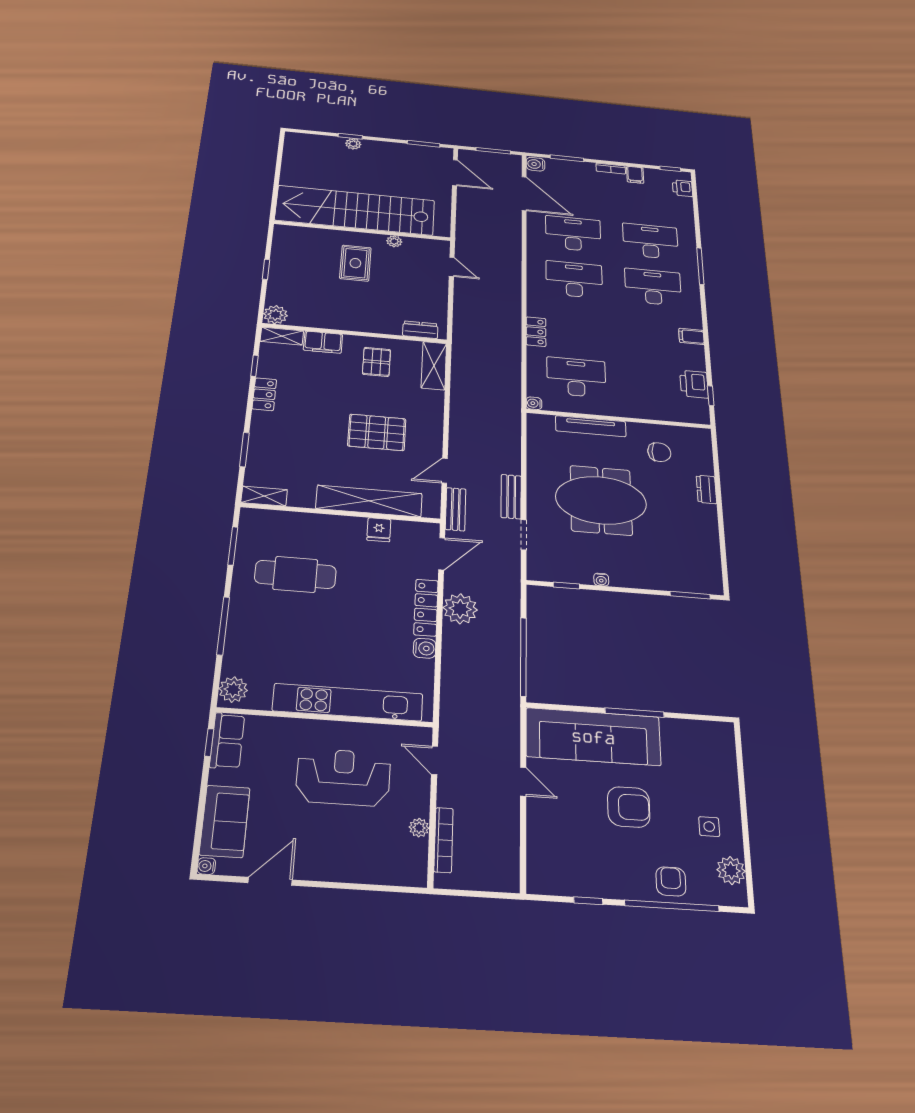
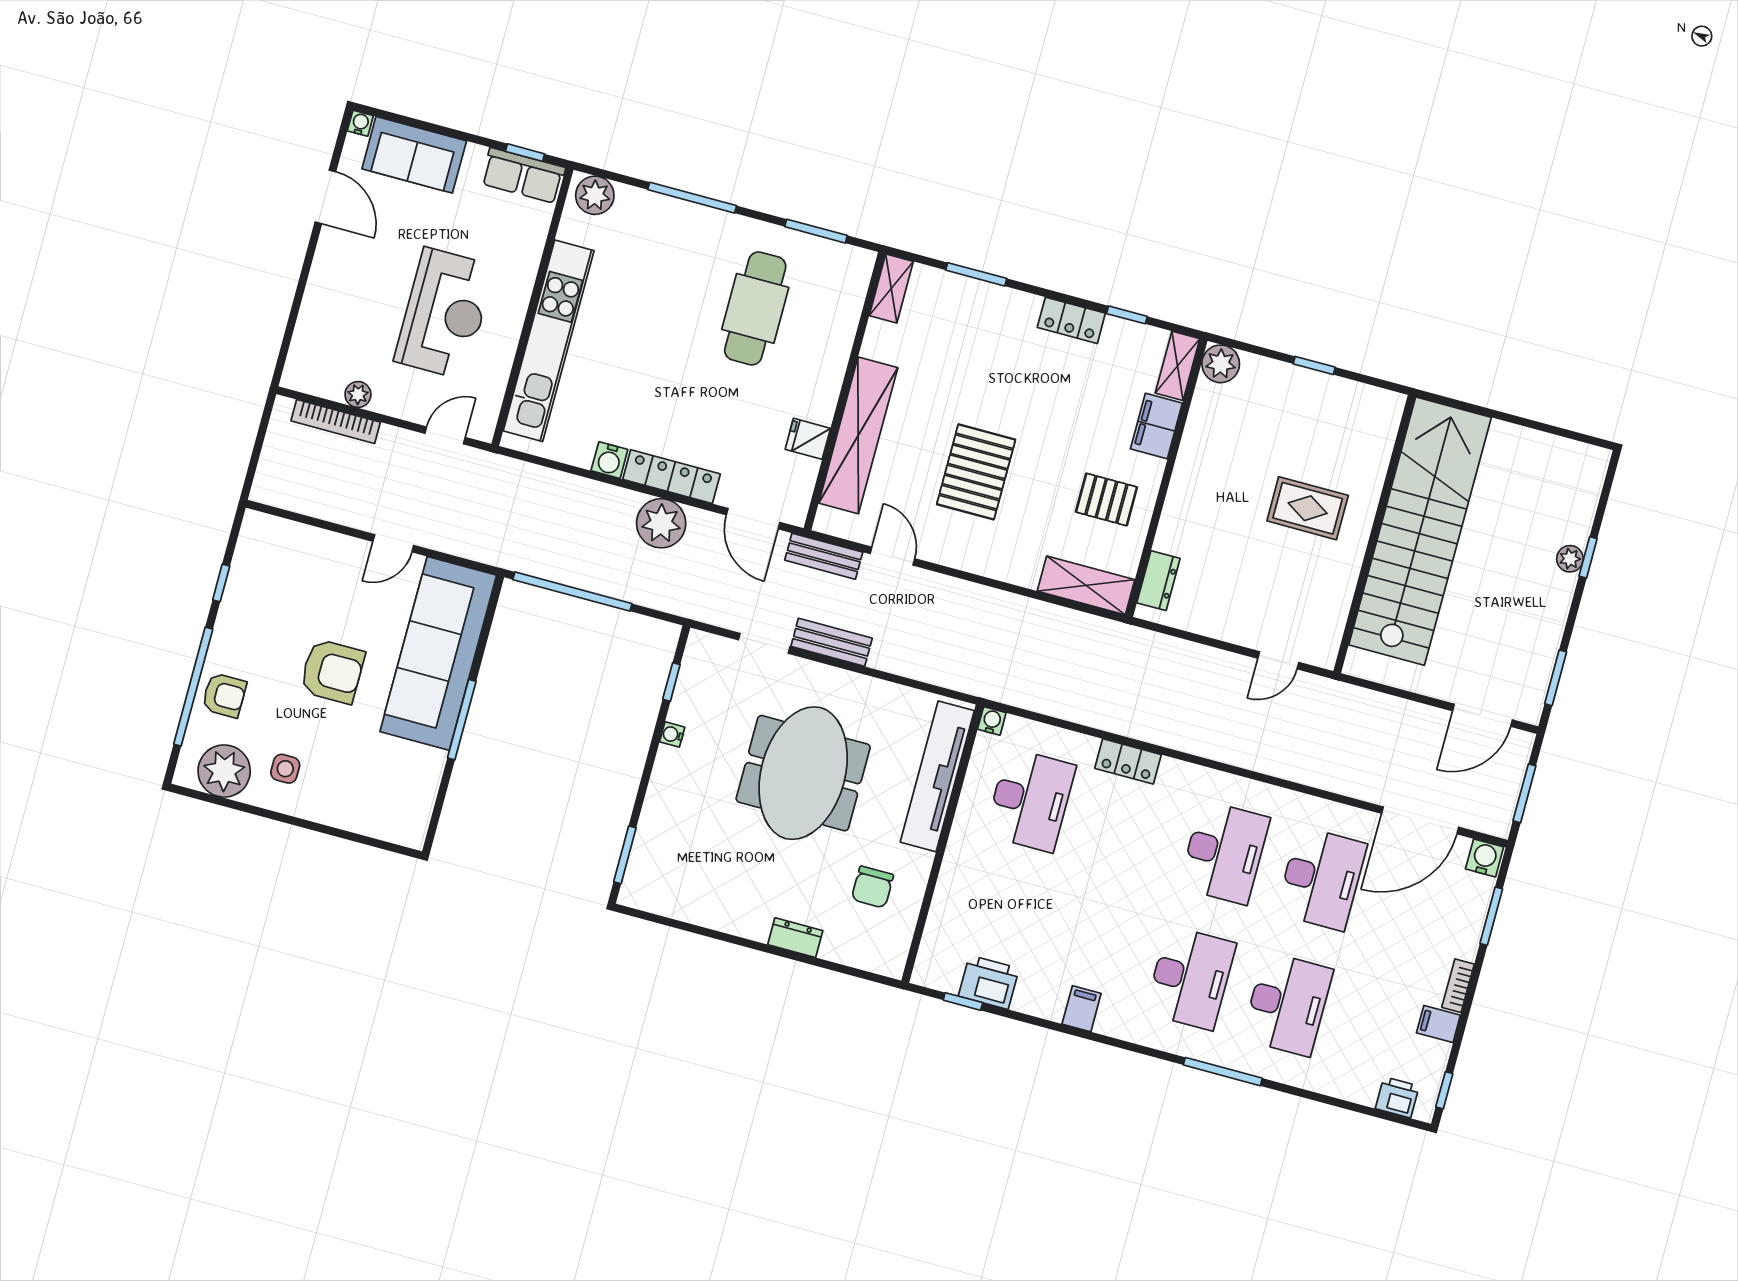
plant: (394, 241) -> (1345, 580), removed
tv unit: (591, 426) -> (937, 776), width x1.36, depth x1.29
armchair: (629, 807) -> (332, 671), turned -90
plant: (731, 870) -> (224, 771), width x1.36, depth x1.36

